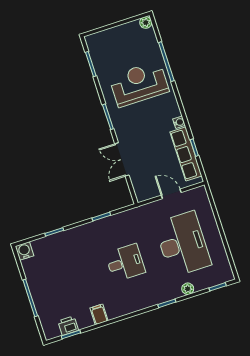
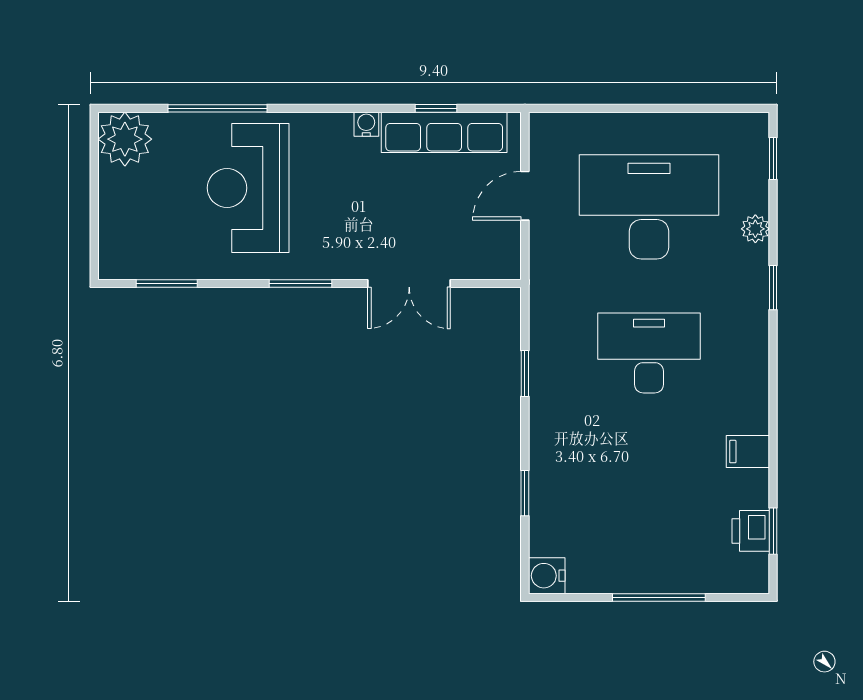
plant: (146, 23) -> (125, 139), width x1.87, depth x1.87
desk: (125, 263) -> (649, 353), width x1.37

